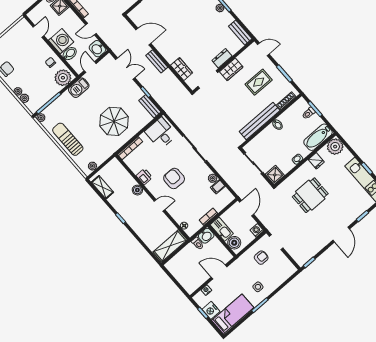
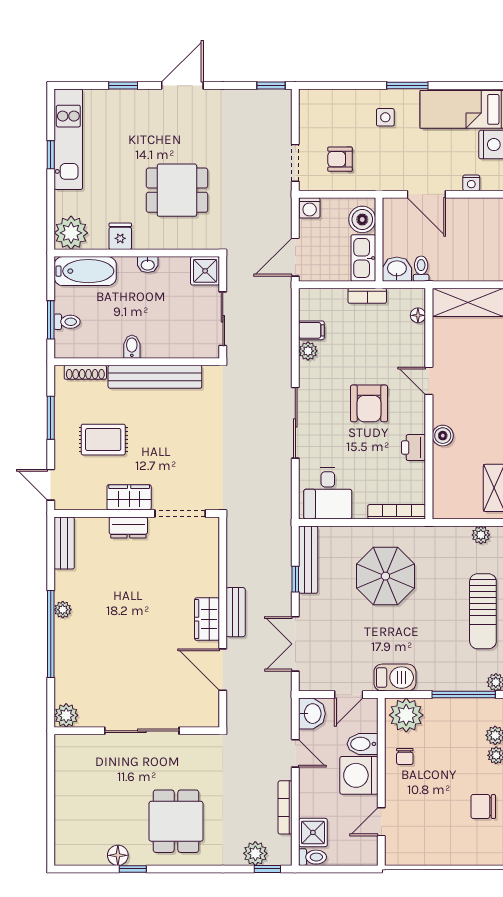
wardrobe: (182, 69) -> (207, 619), moved
bench: (150, 106) -> (308, 560), width x1.36

